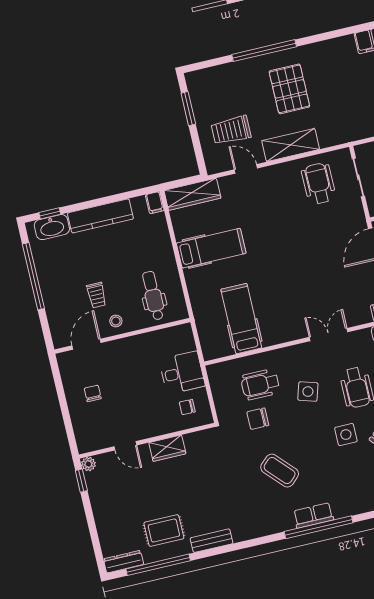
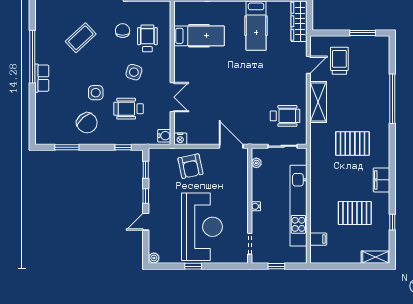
pallet: (289, 89) -> (352, 143), moved
row of seats: (313, 515) -> (42, 78), moved

